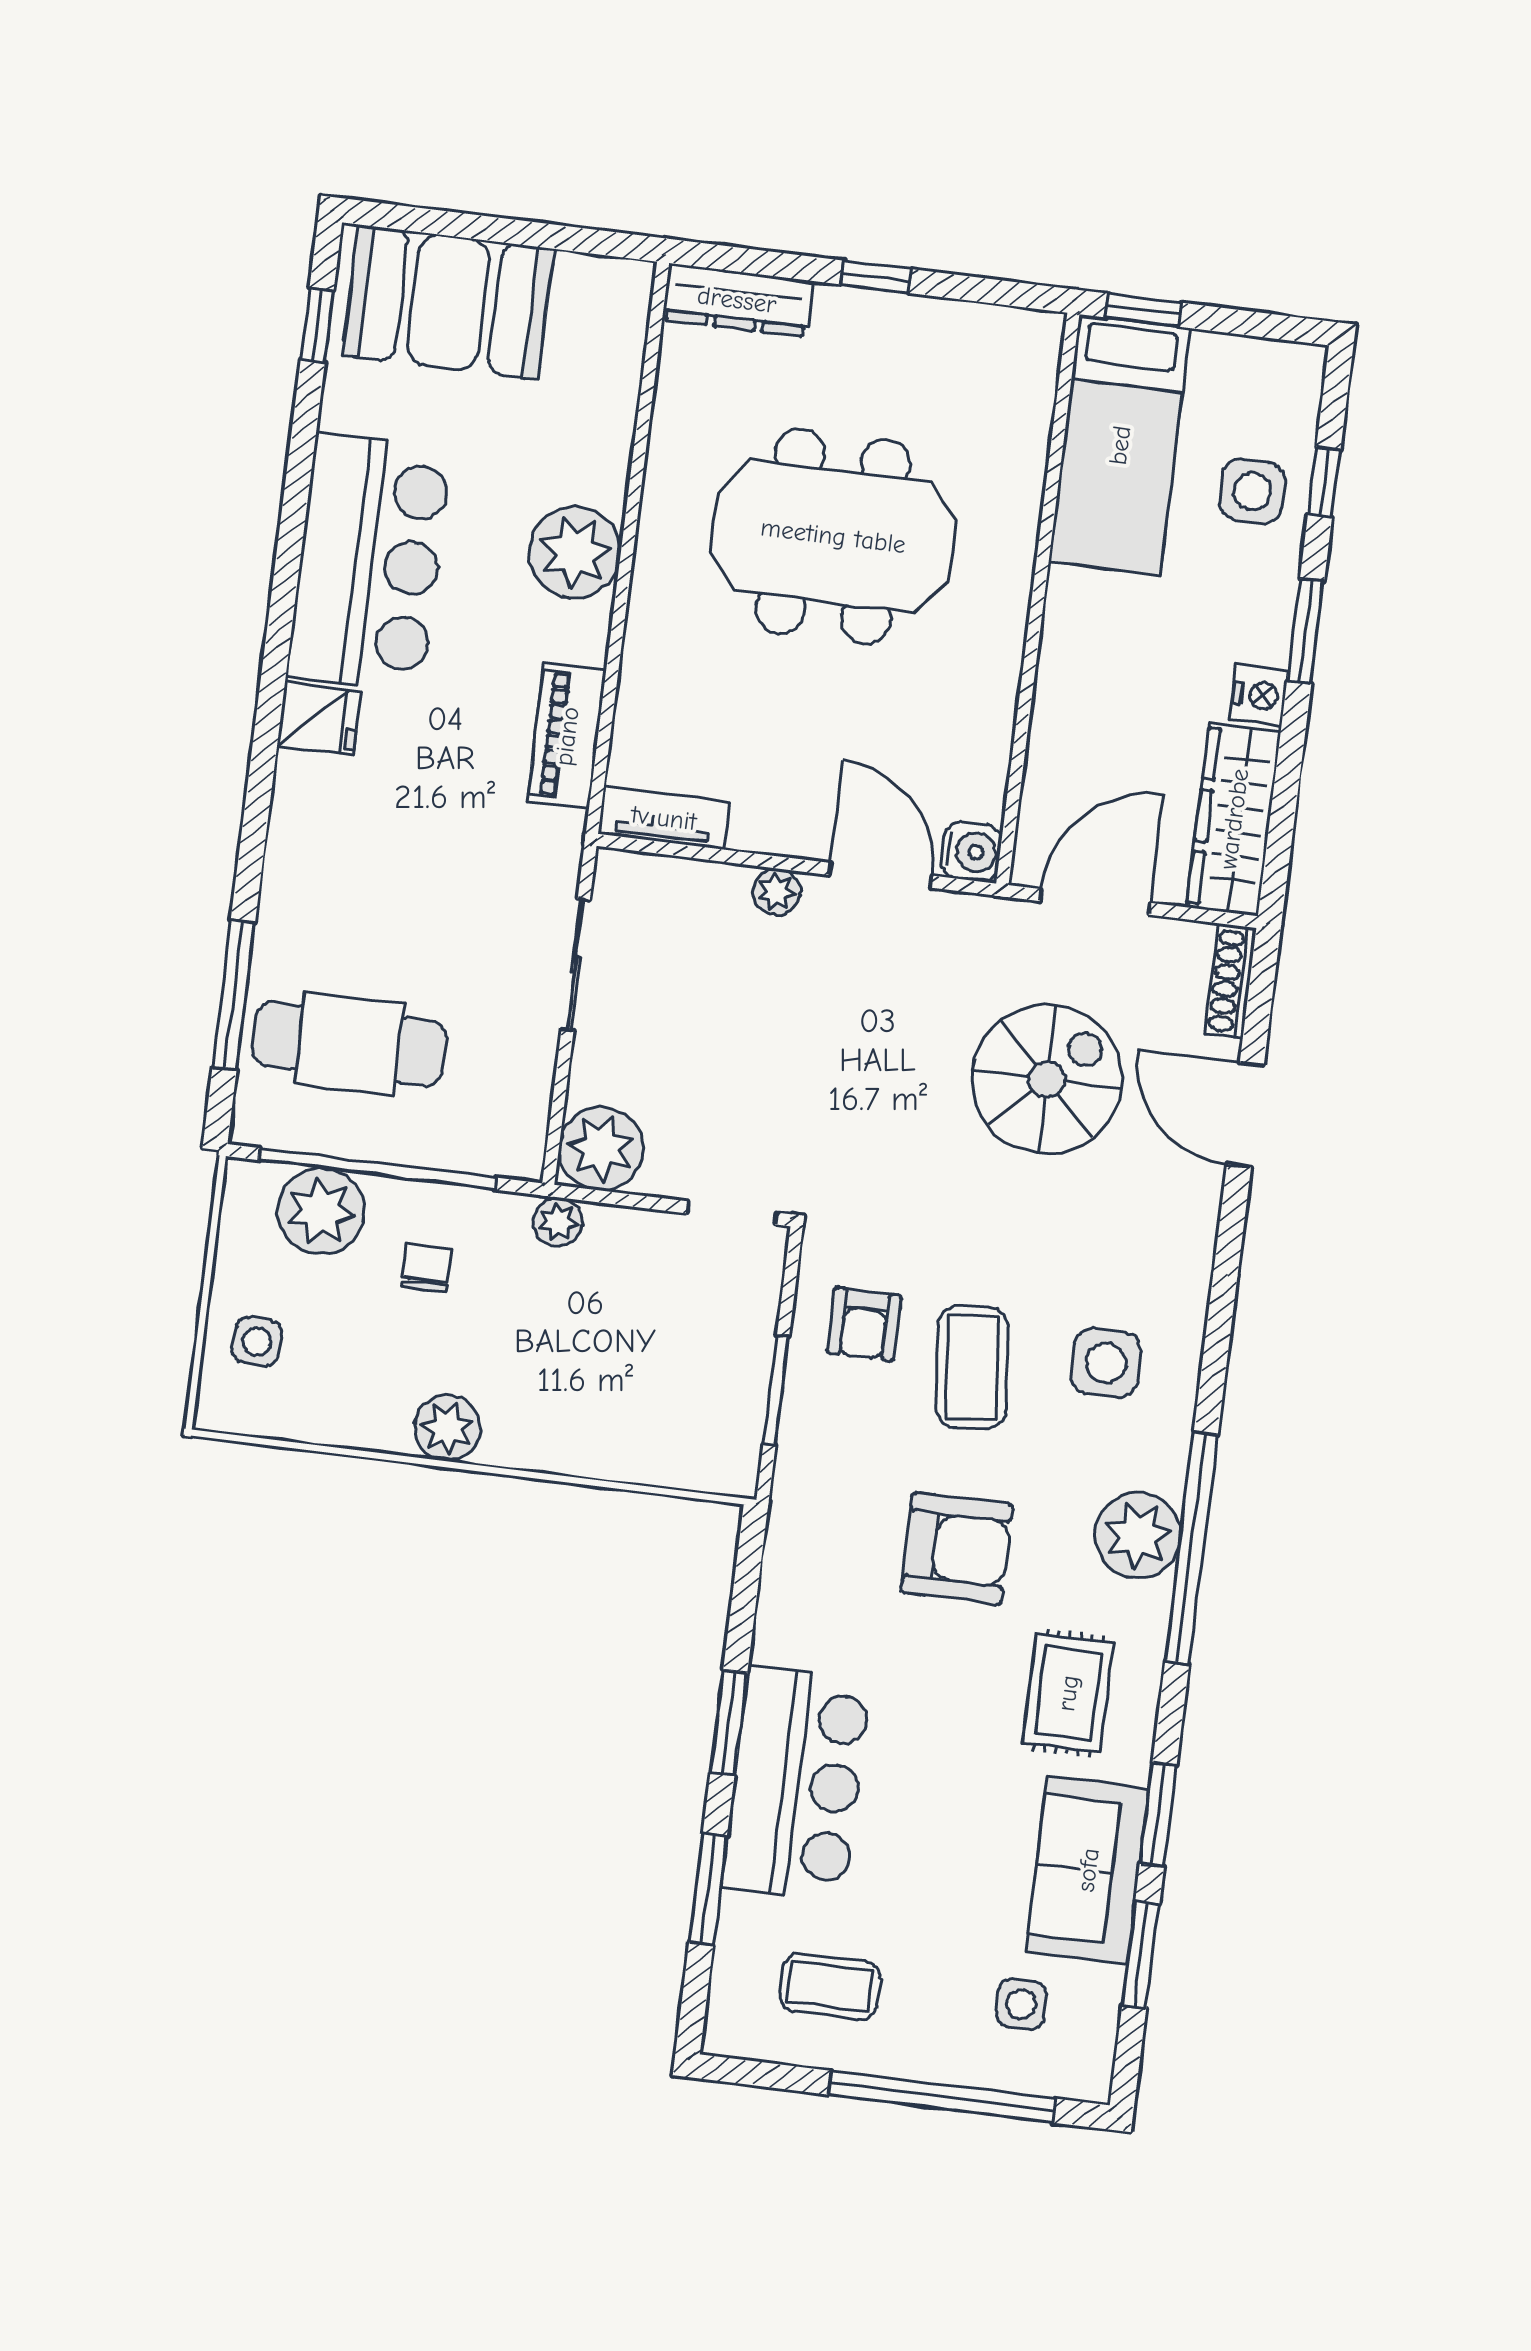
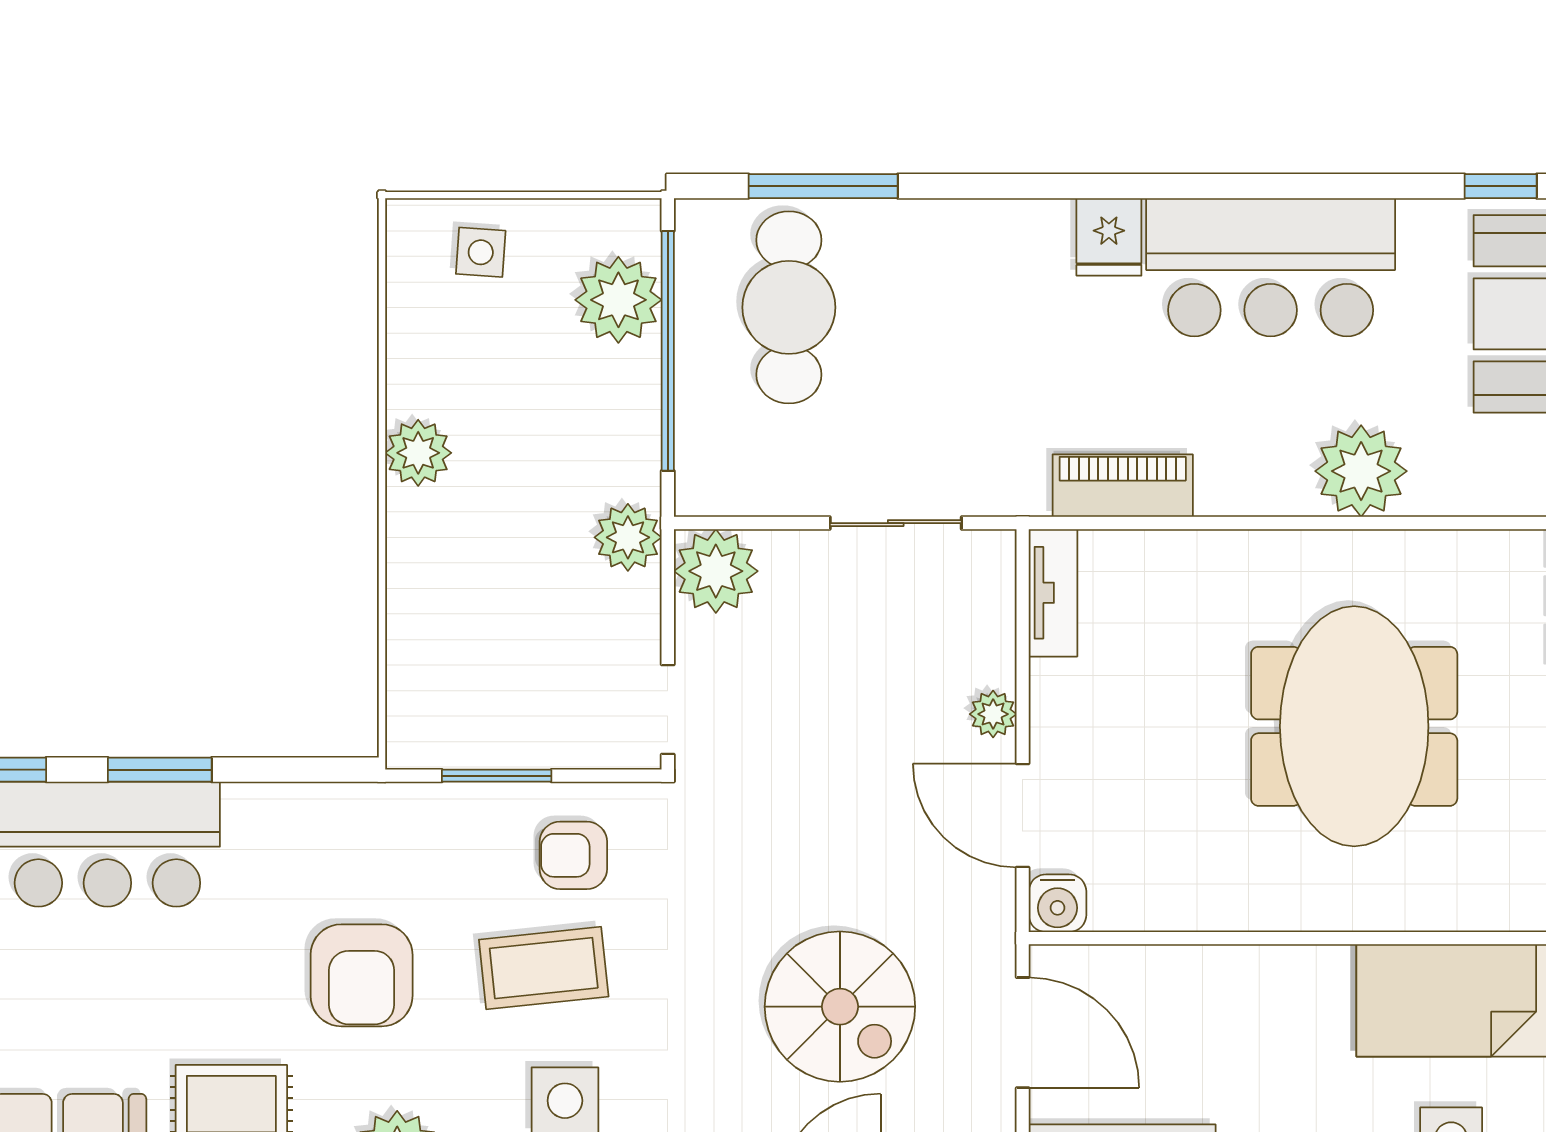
plant: (575, 552) -> (1361, 471), moved
door: (880, 875) -> (1023, 816), swing flipped
plant: (558, 1222) -> (628, 537), width x1.38, depth x1.38
chair: (426, 1268) -> (575, 412), removed

